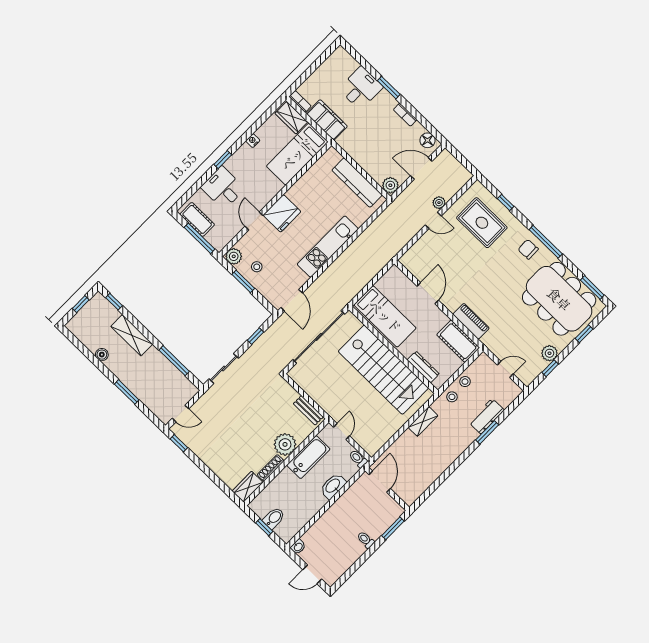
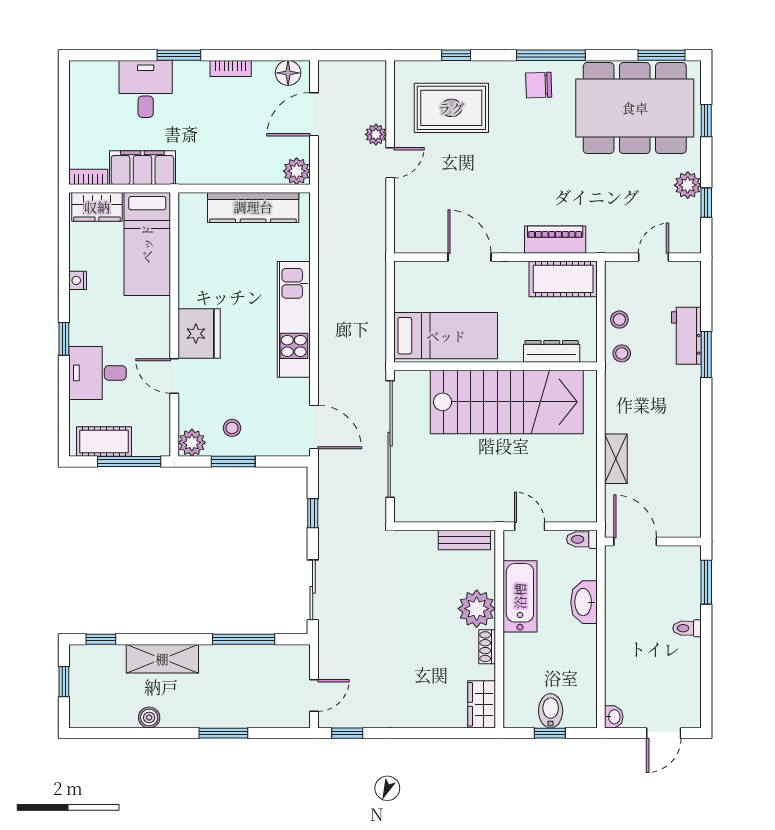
shelving: (423, 421) -> (616, 459), moved
shoe rack: (271, 468) -> (487, 647), width x0.70

